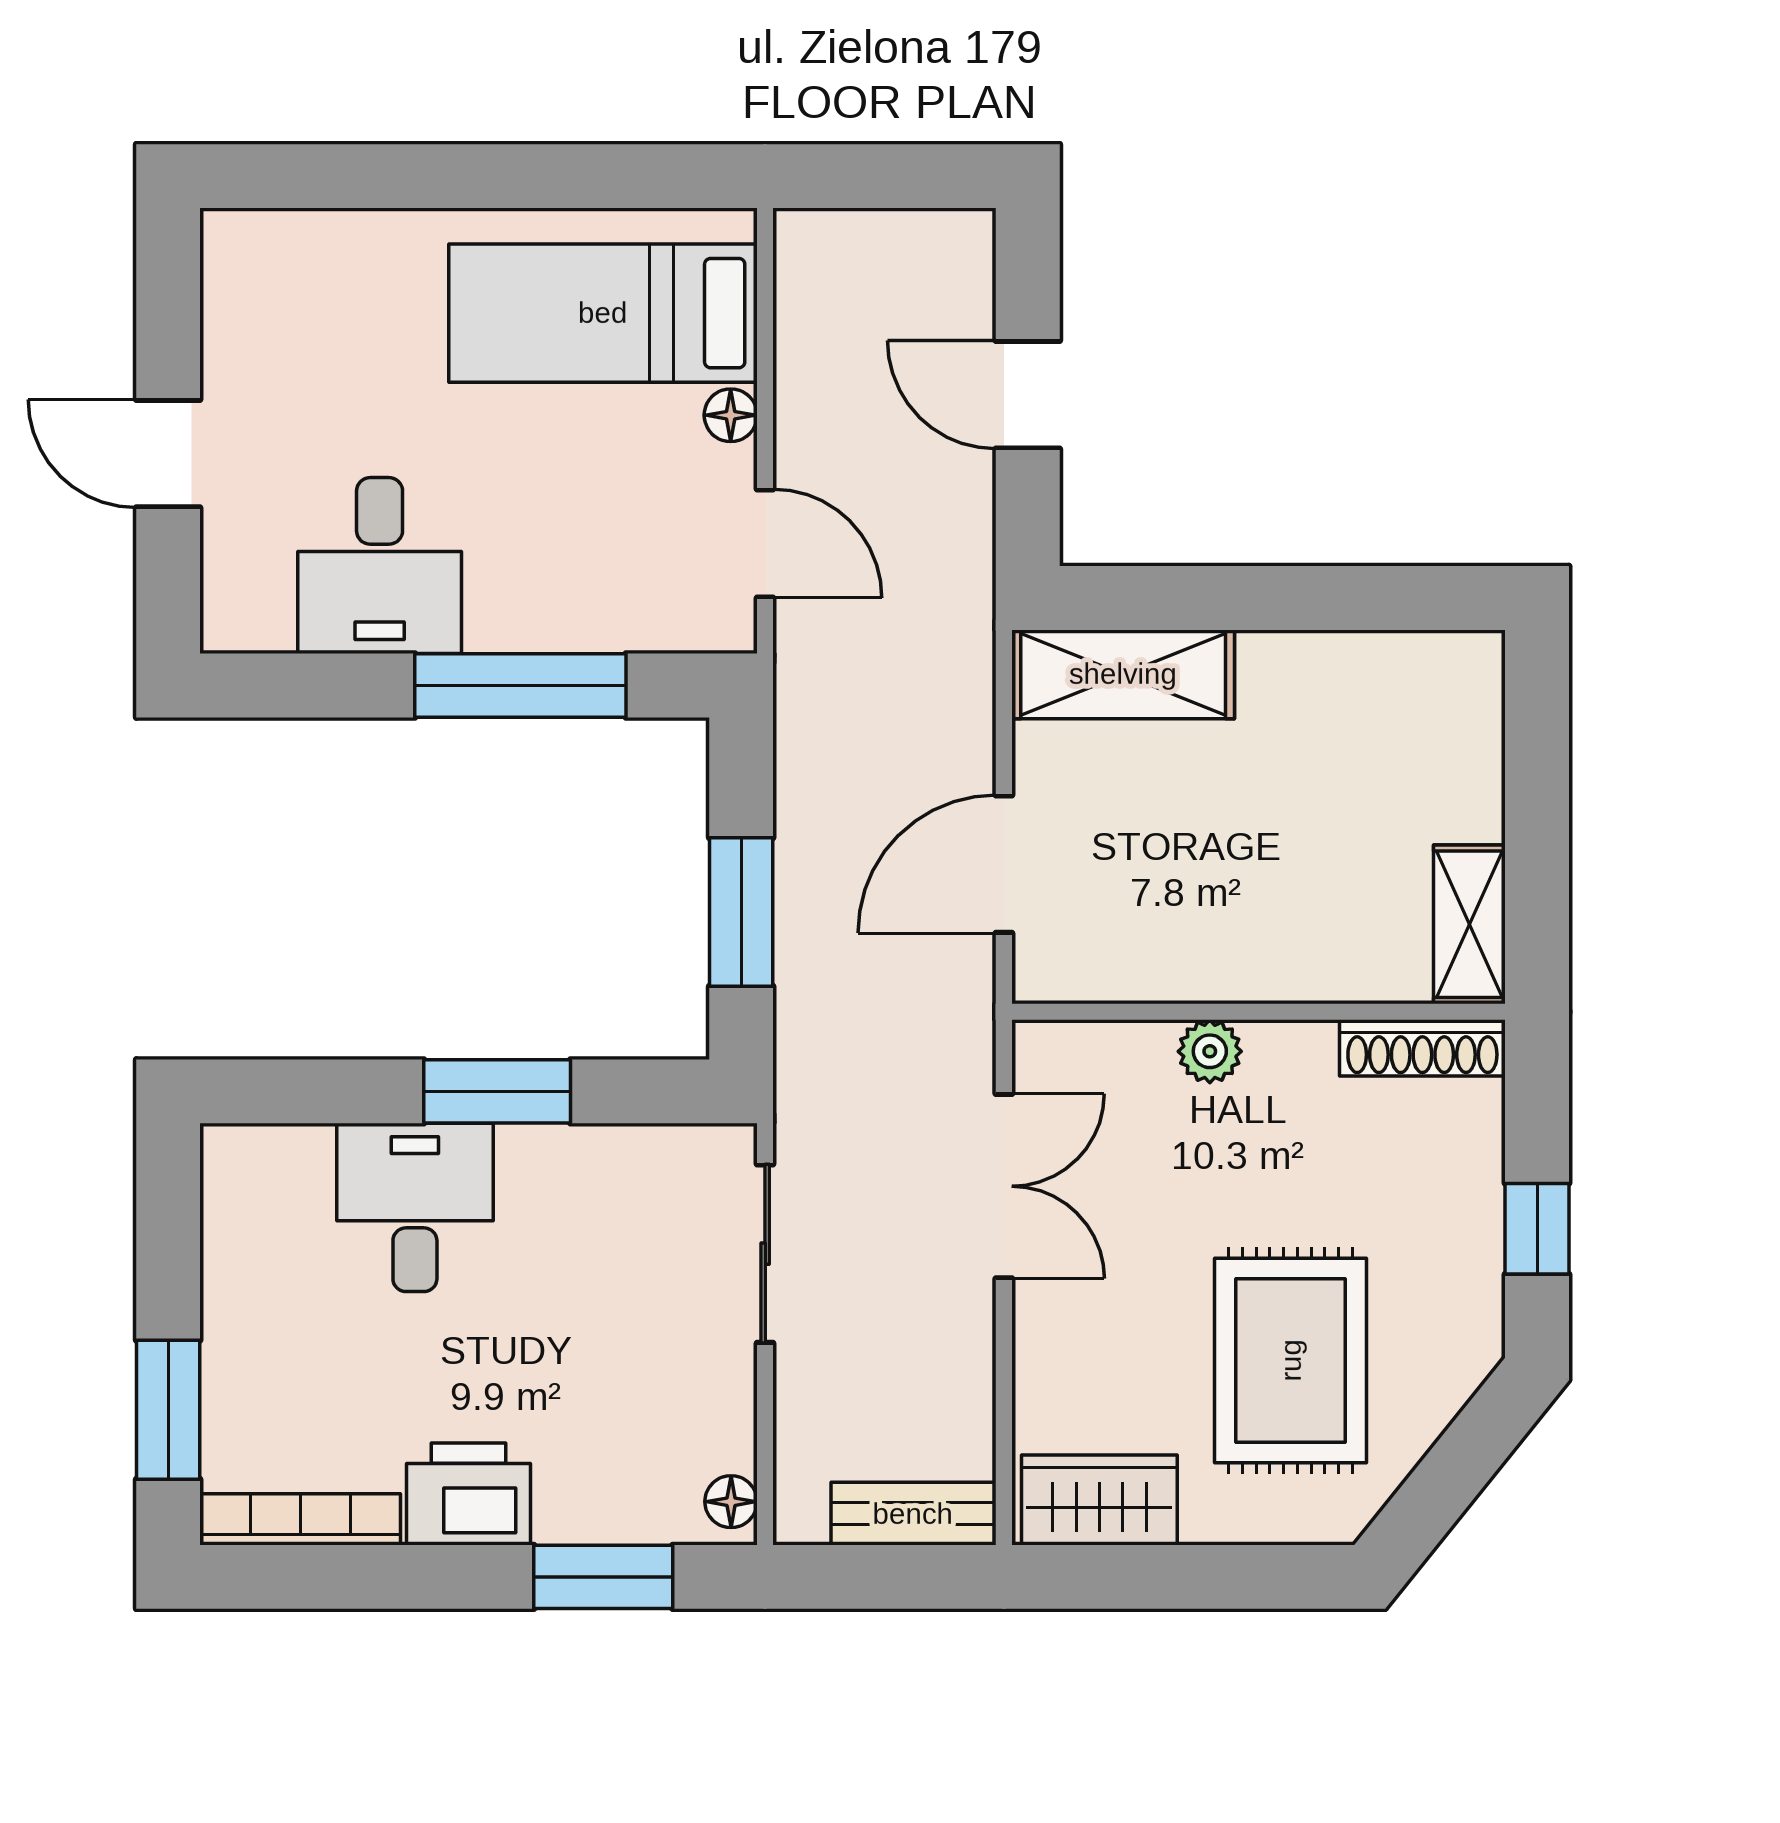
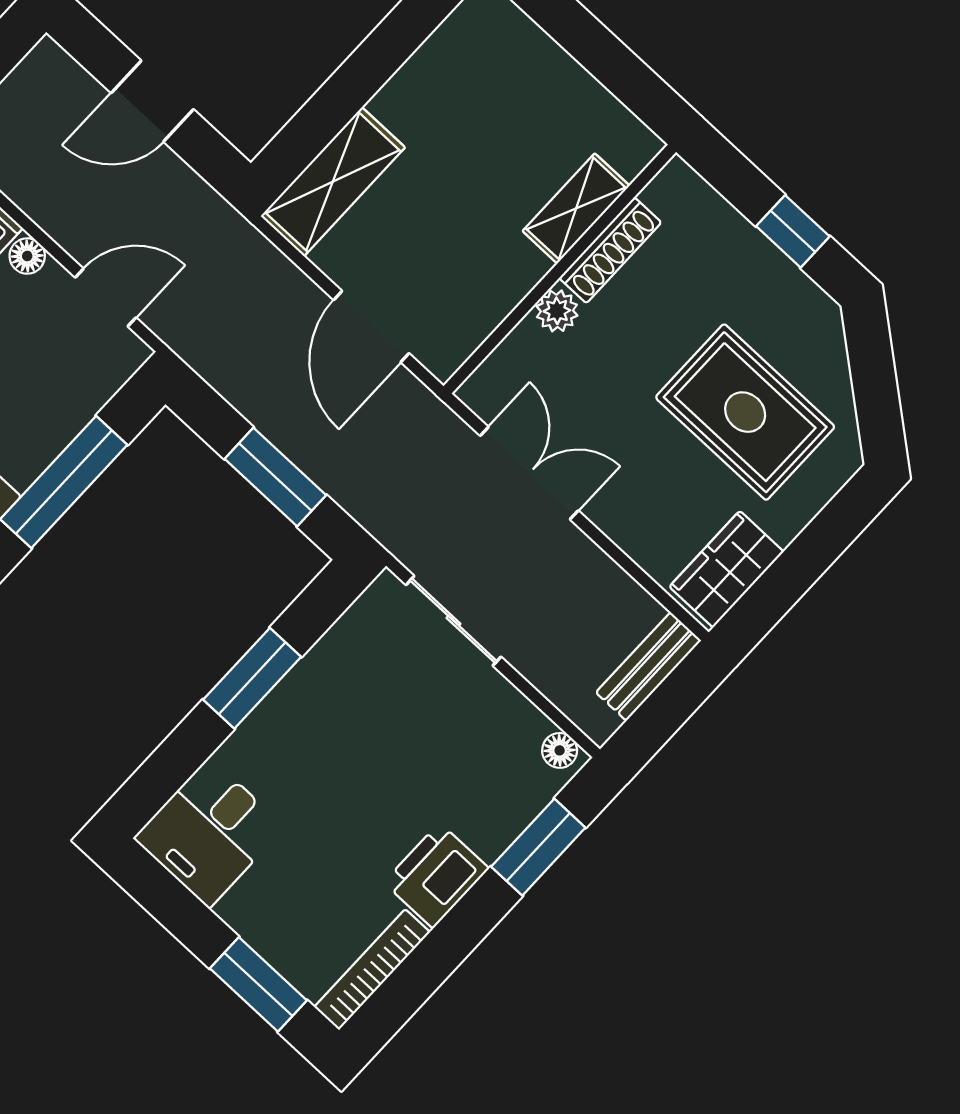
shelving: (1469, 924) -> (576, 208), moved, turned 90
shoe rack: (1422, 1048) -> (610, 250), moved
desk: (415, 1207) -> (209, 833), moved, turned -90

